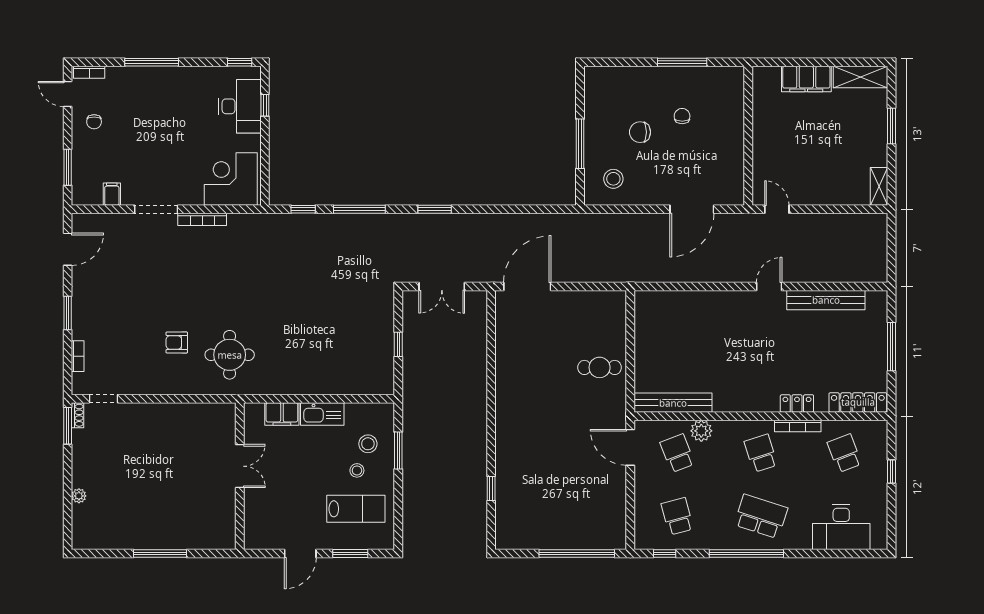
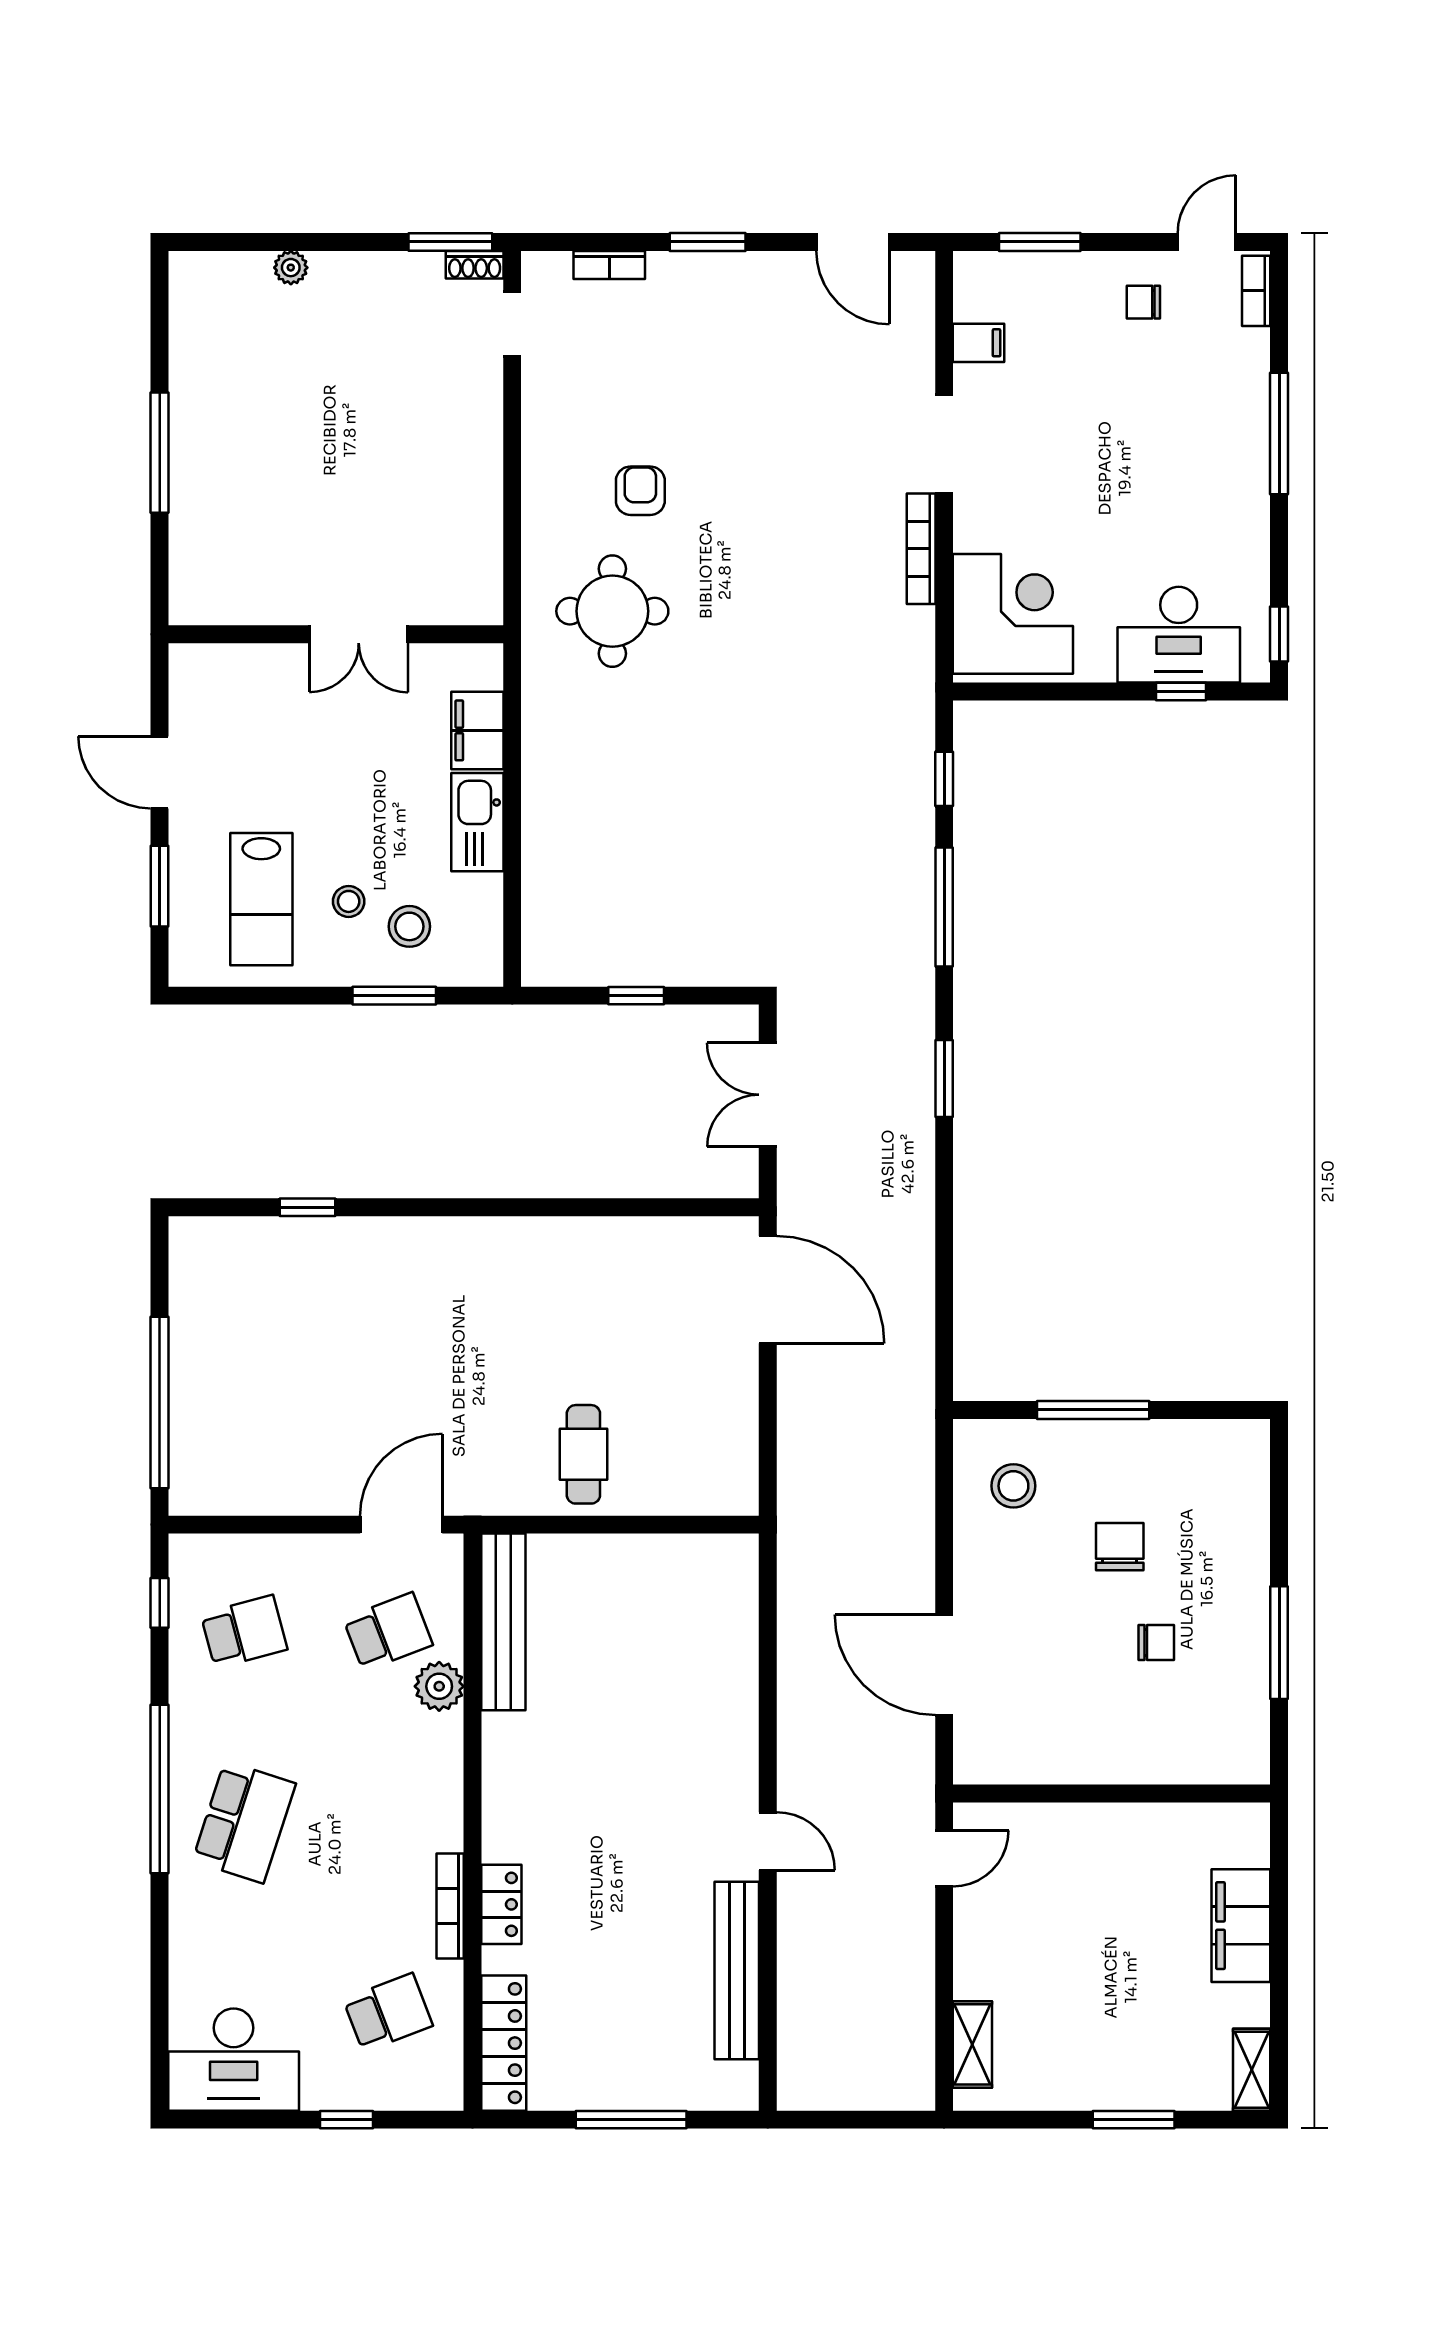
shelving: (860, 77) -> (1252, 2070), width x0.67, depth x0.75
shelving: (879, 186) -> (972, 2044), moved, turned 90
school desk: (761, 453) -> (388, 1822), removed
desk: (841, 527) -> (234, 2060), moved, turned -90

